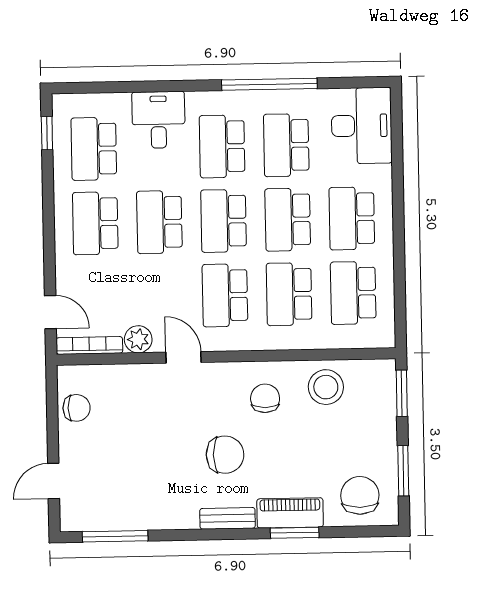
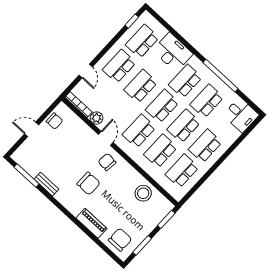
desk: (158, 120) -> (173, 52), width x1.37
desk: (362, 126) -> (241, 115), width x0.73
door: (50, 312) -> (86, 71), moved
chair: (265, 398) -> (107, 162), moved, turned -84
door: (54, 481) -> (32, 129), moved
bench: (228, 518) -> (46, 184), moved
window: (295, 533) -> (87, 231), removed

